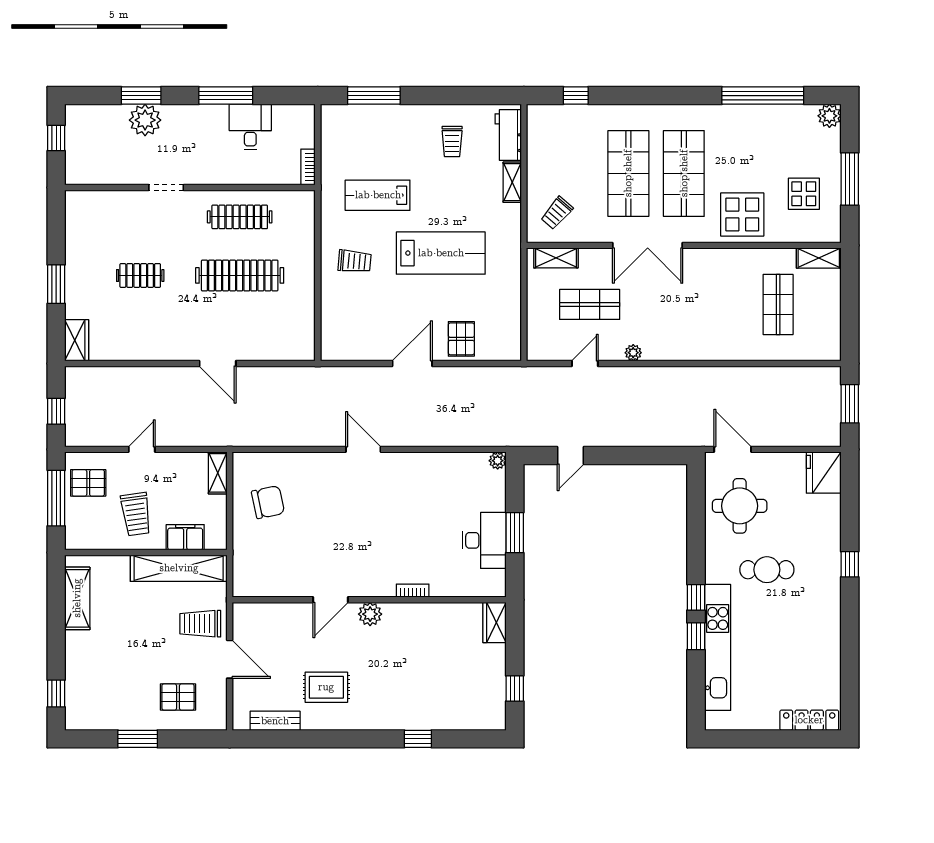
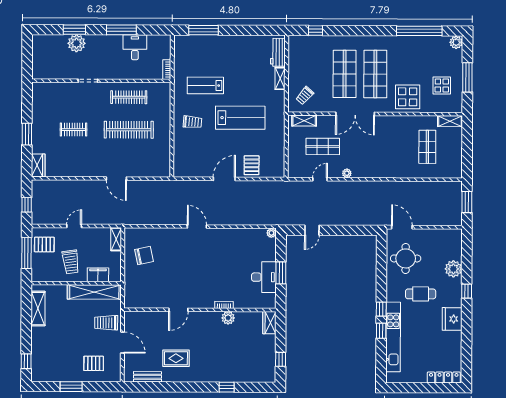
window: (56, 138) -> (27, 53), removed
trolley: (452, 142) -> (247, 56), removed
fridge: (824, 473) -> (452, 319), moved
plant: (826, 524) -> (453, 269), added
plant: (370, 614) -> (228, 318), moved

